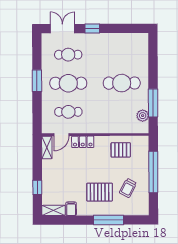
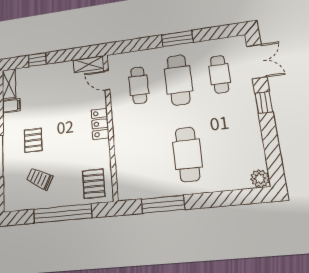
plant: (143, 116) -> (260, 179), moved
locker: (83, 142) -> (100, 124), moved
pallet: (121, 150) -> (94, 184), moved
pallet: (100, 192) -> (33, 140), width x0.67, depth x0.71

